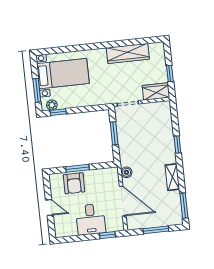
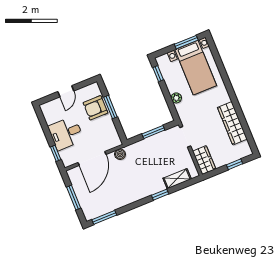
window: (170, 73) -> (235, 164), moved
window: (37, 90) -> (186, 42), moved
plant: (52, 105) -> (176, 98), moved
shelving: (172, 177) -> (177, 179), moved

